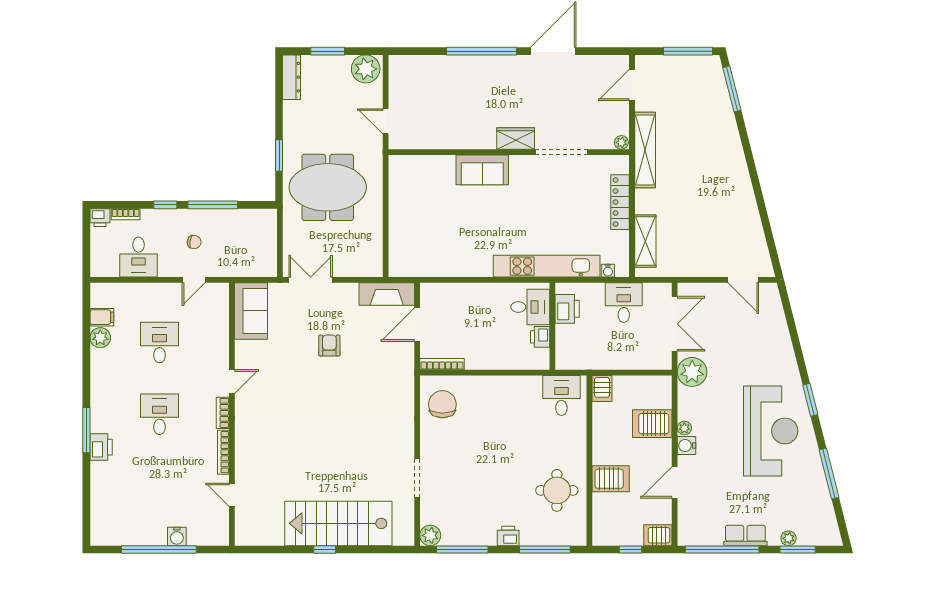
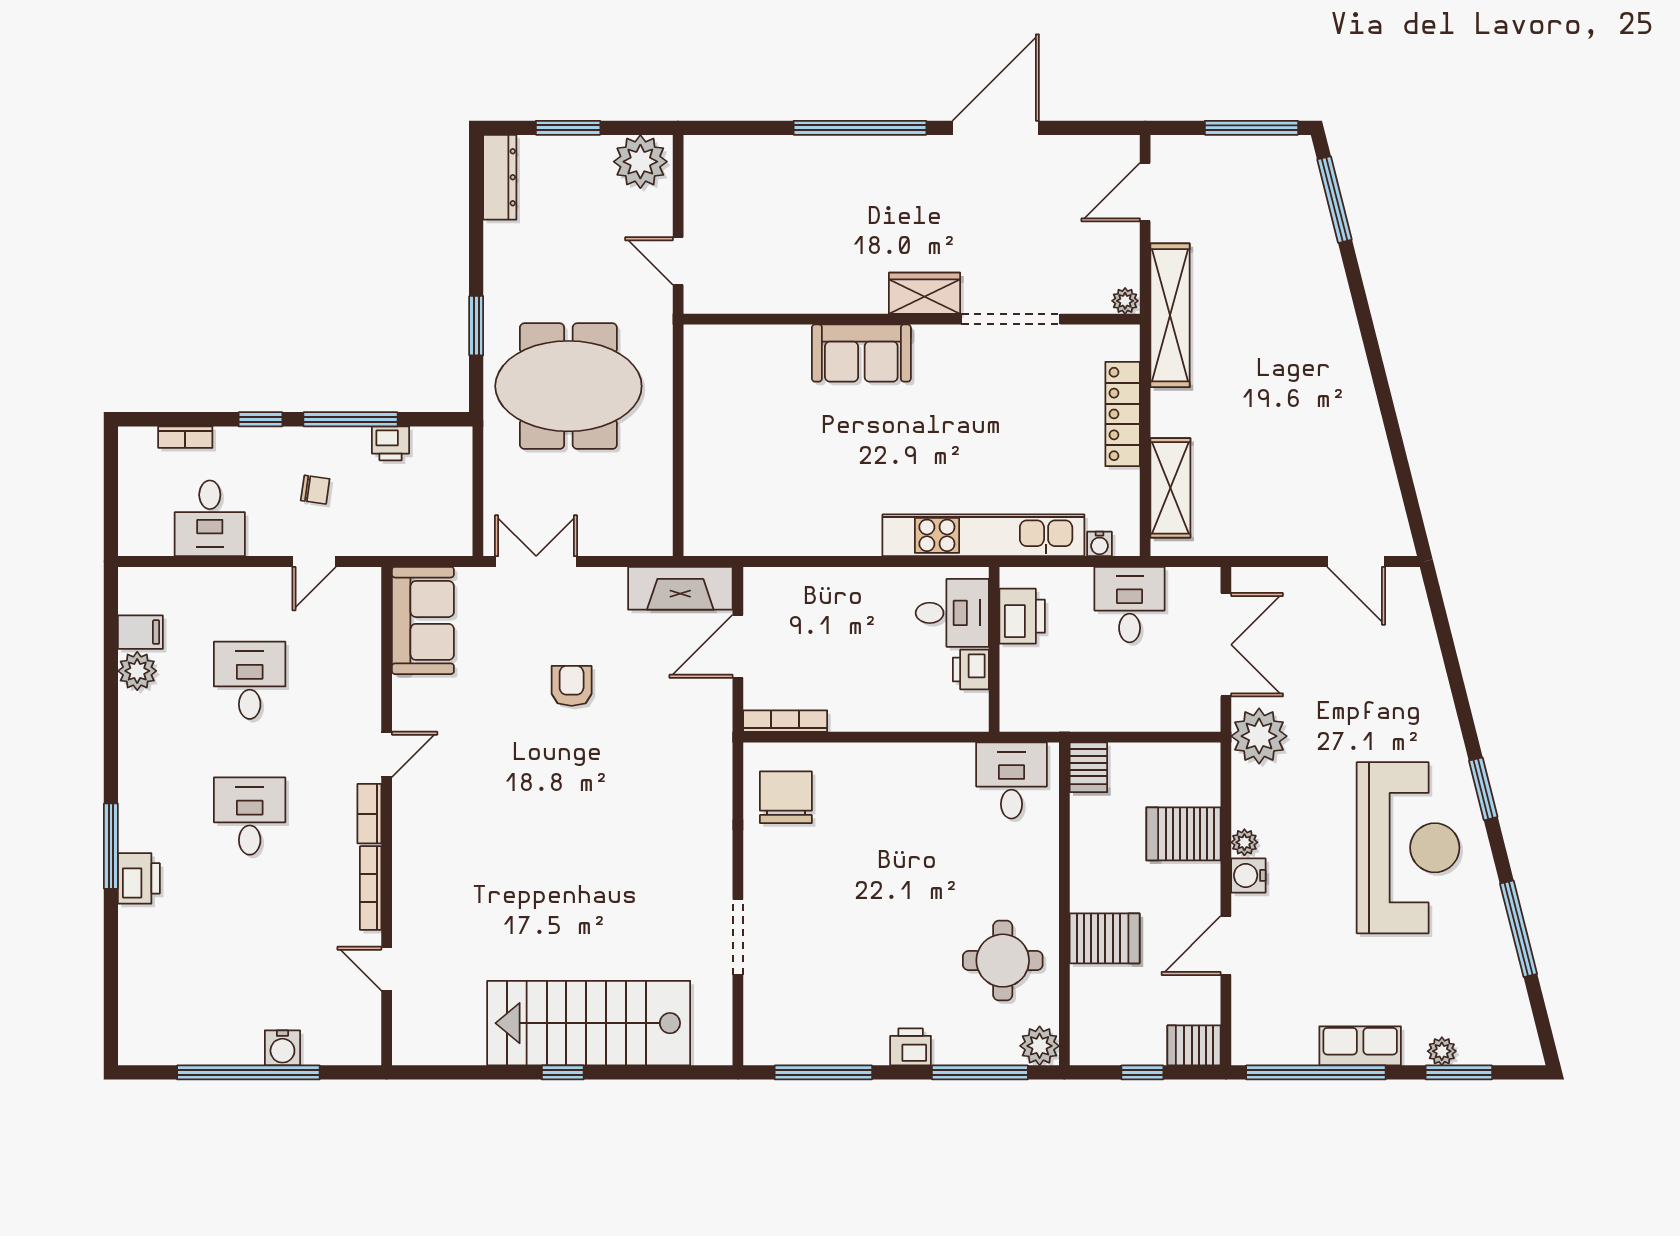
printer: (100, 218) -> (390, 443), moved
plant: (430, 535) -> (1040, 1046), moved

